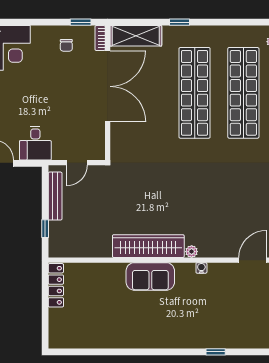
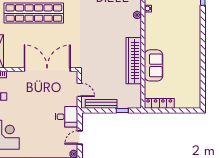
double door: (108, 86) -> (47, 70), moved
wardrobe: (148, 246) -> (134, 61), moved
sofa: (150, 276) -> (154, 65), moved

